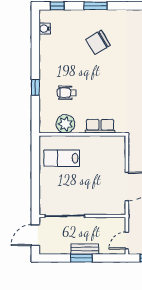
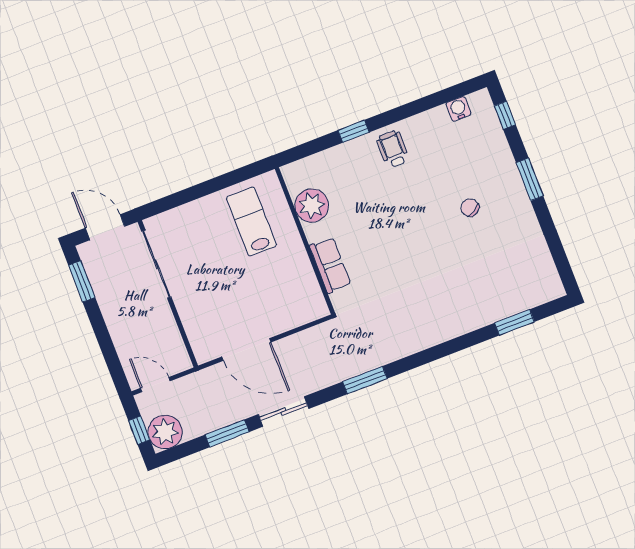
chair: (98, 42) -> (470, 208), width x0.54, depth x0.54
wheelchair: (67, 93) -> (393, 149), moved
bench: (85, 249) -> (114, 319), removed
window: (81, 258) -> (82, 281), moved

